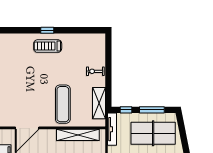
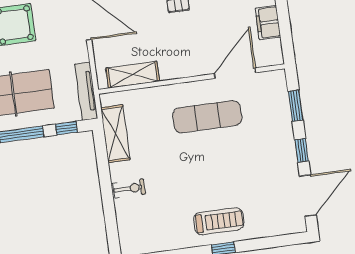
exercise mat: (63, 104) -> (207, 117), moved, turned 90
shelving: (78, 135) -> (133, 75), width x0.68

